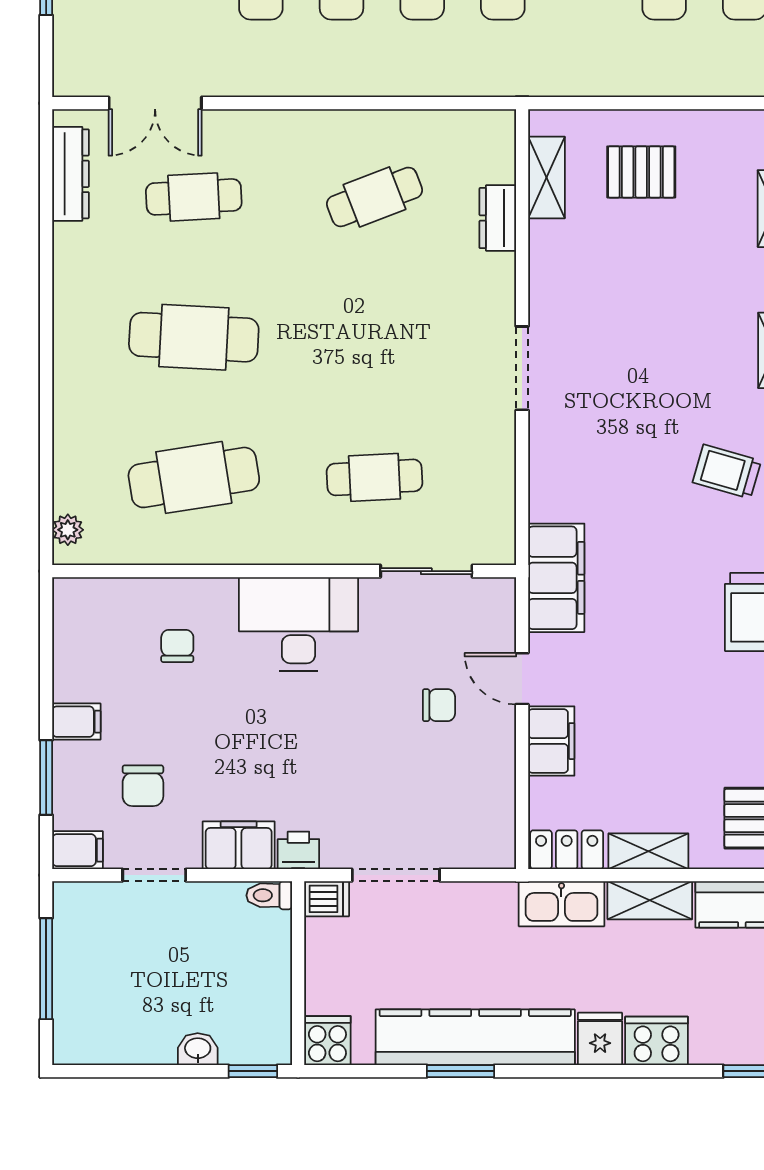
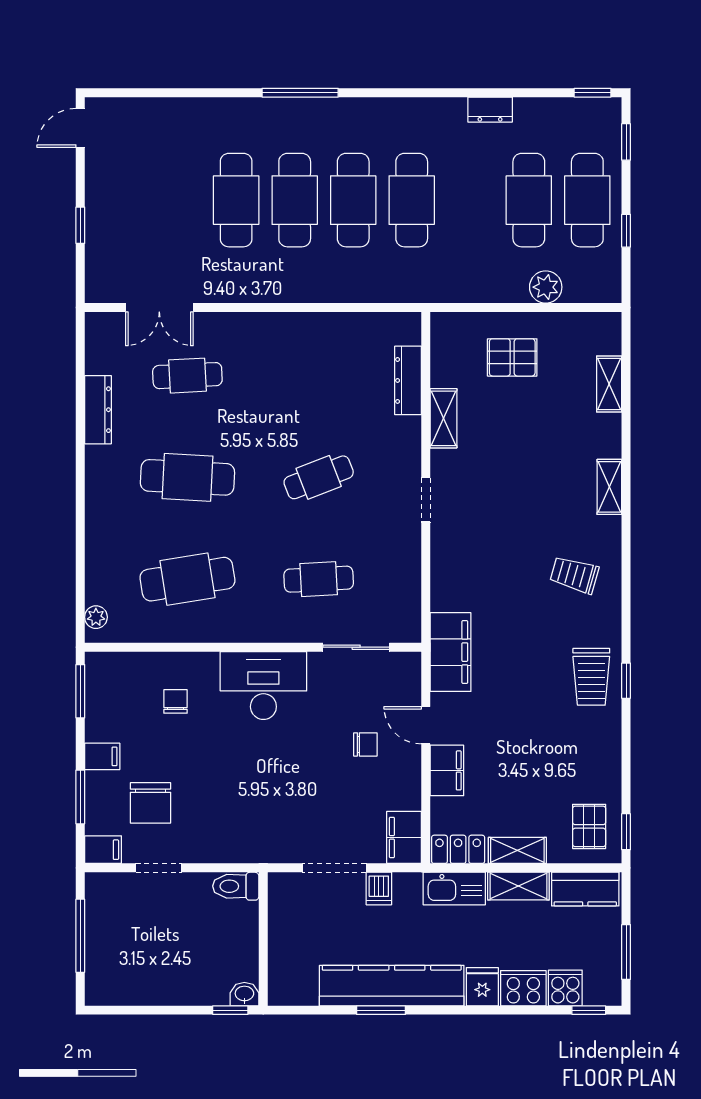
plant: (687, 75) -> (546, 287), added
dresser: (71, 174) -> (98, 410), moved
shelving: (547, 178) -> (443, 418), moved
cafe table: (375, 197) -> (319, 477), moved
dresser: (498, 218) -> (408, 380), width x1.44
doorway: (522, 368) -> (426, 500), width x0.73
window: (46, 632) -> (80, 691), added
chair: (143, 786) -> (151, 803), width x1.37, depth x1.37
filing cabinet: (239, 845) -> (404, 837), moved, turned -90
printer: (298, 850) -> (263, 850), removed
toilet: (269, 895) -> (236, 886), width x1.37, depth x1.39
dishwasher: (327, 899) -> (379, 889), moved, turned 90
cooker: (327, 1041) -> (565, 988), moved
washbasin: (198, 1049) -> (244, 994), moved

